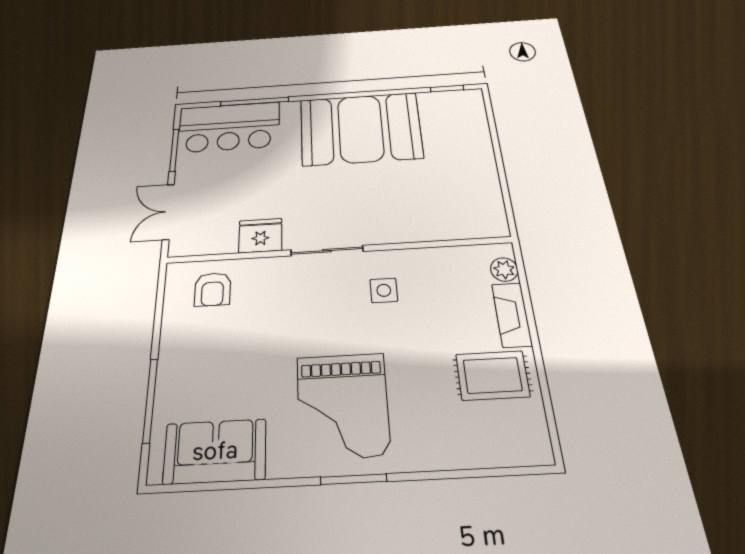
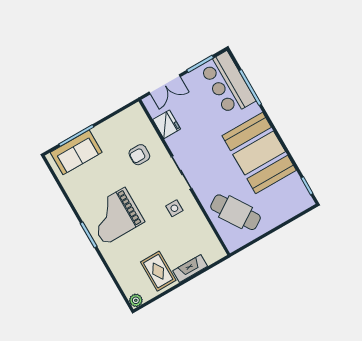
cafe table: (440, 199) -> (236, 212), added
double door: (168, 212) -> (165, 84), swing flipped
fridge: (260, 236) -> (167, 124), moved
plant: (504, 269) -> (136, 300), moved
armchair: (213, 289) -> (139, 155), moved
sofa: (215, 451) -> (76, 152), moved, turned 90

